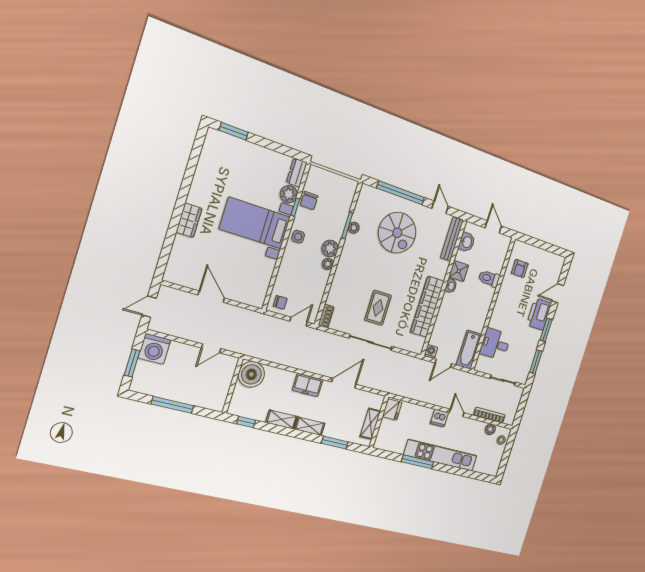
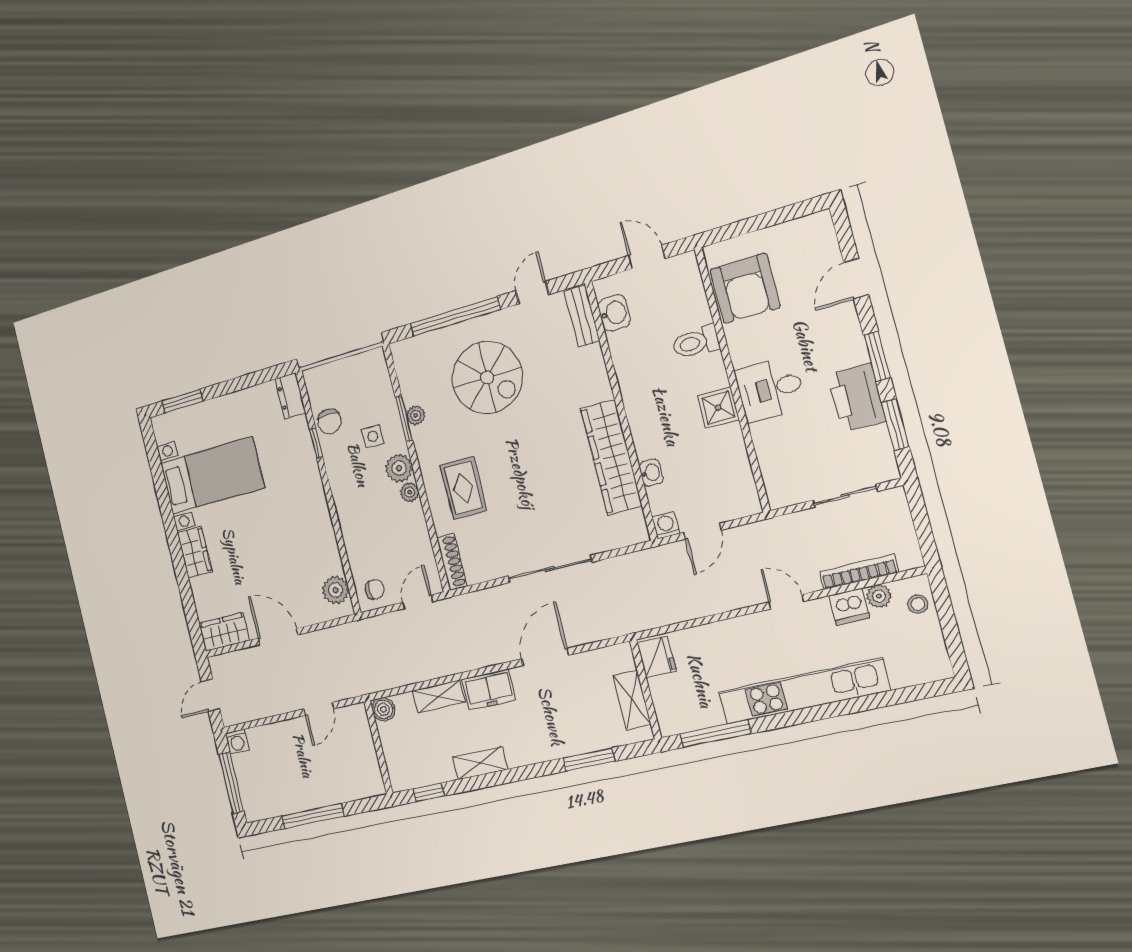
plant: (289, 194) -> (336, 590), moved
door: (440, 207) -> (532, 293), hinge flipped
bed with nightstands: (255, 223) -> (212, 475), moved, turned 180
side table: (298, 237) -> (373, 436), moved
bench: (452, 239) -> (582, 316), width x0.73
armchair: (520, 268) -> (745, 288), width x1.88, depth x1.88
shower: (459, 271) -> (718, 408), moved
wardrobe: (180, 276) -> (224, 632), added
washbasin: (451, 286) -> (651, 473), moved
rug: (378, 308) -> (463, 488), moved
printer: (539, 314) -> (857, 398), moved
shoe rack: (326, 316) -> (452, 562), width x1.43
desk: (495, 344) -> (770, 389), moved
washing machine: (154, 349) -> (237, 742), width x0.53, depth x0.53
bathtub: (469, 350) -> (737, 481), removed
window: (132, 363) -> (231, 783), width x1.44
boiler: (251, 374) -> (383, 709), width x0.54, depth x0.54
dishwasher: (439, 418) -> (849, 607), moved
shelving: (310, 426) -> (439, 696), moved
window: (418, 462) -> (716, 734), moved

